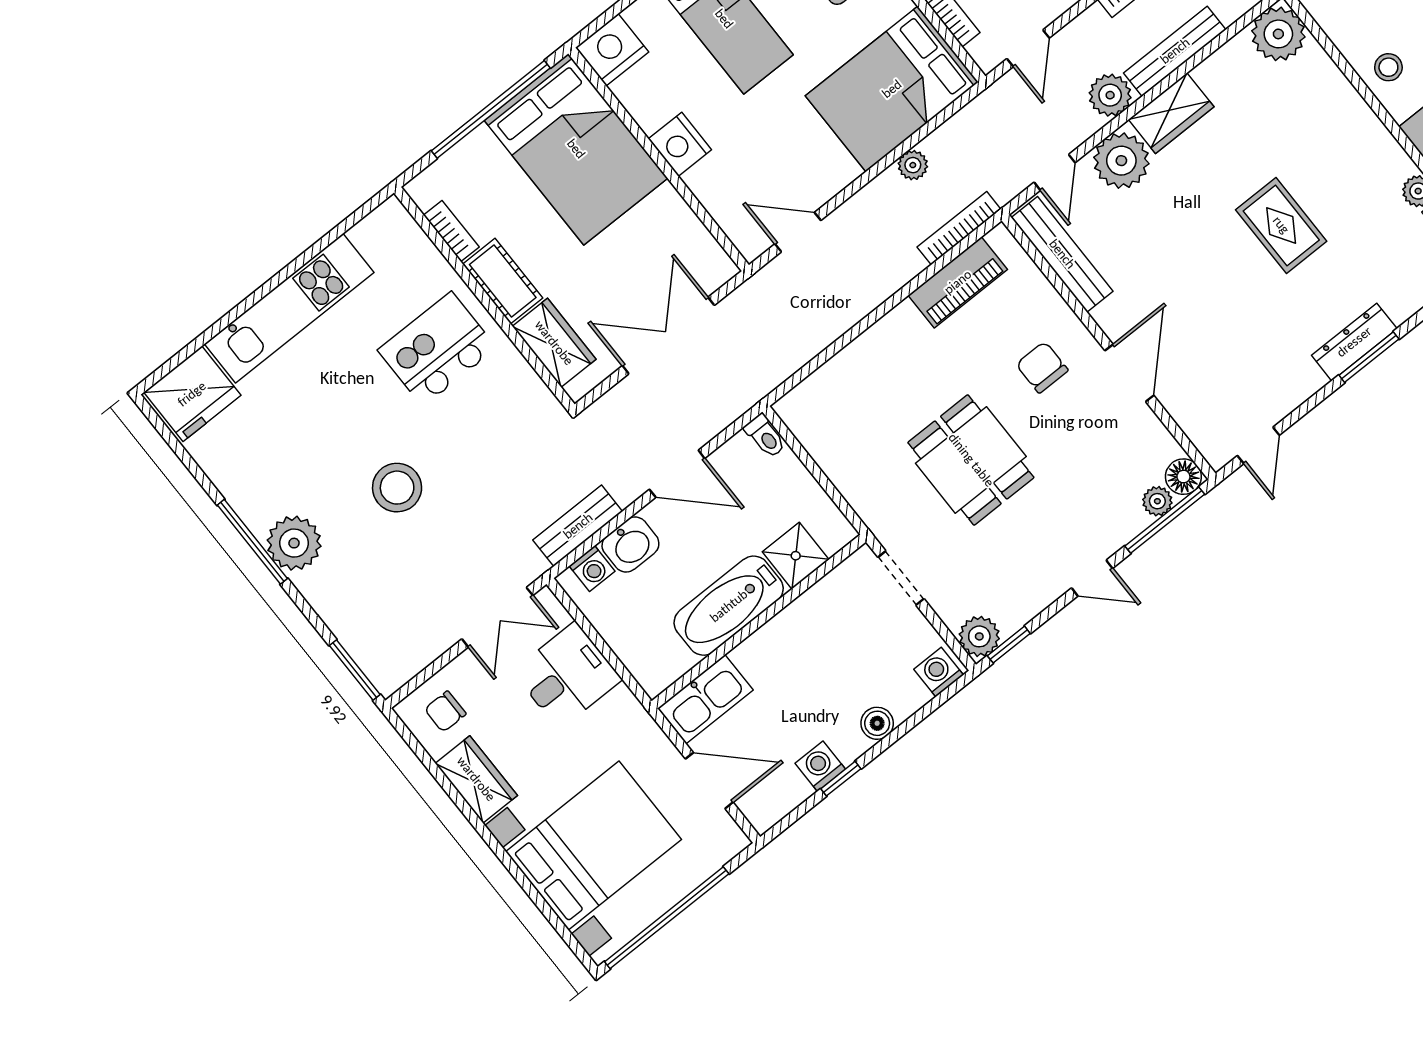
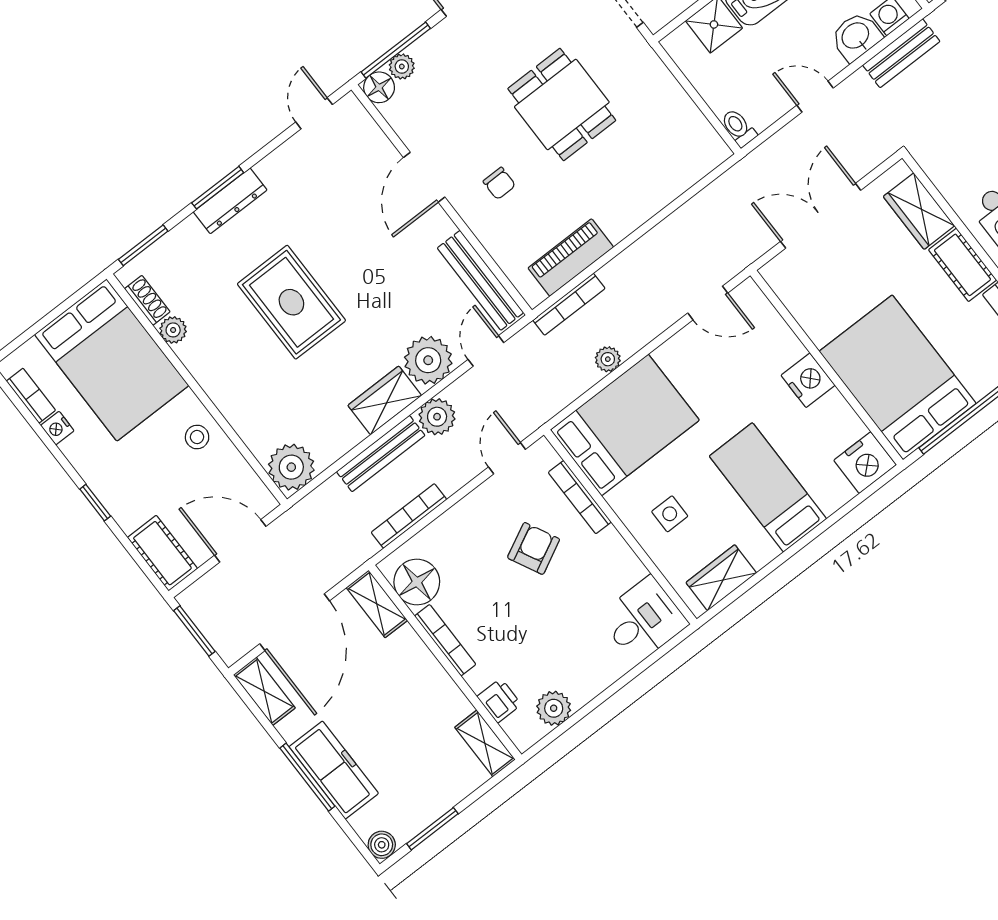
rug: (1281, 225) -> (291, 302), width x1.36, depth x1.43
double door: (668, 335) -> (821, 216), swing flipped
chair: (1042, 367) -> (499, 183), width x0.73, depth x0.73
door: (677, 474) -> (815, 97), width x0.73

